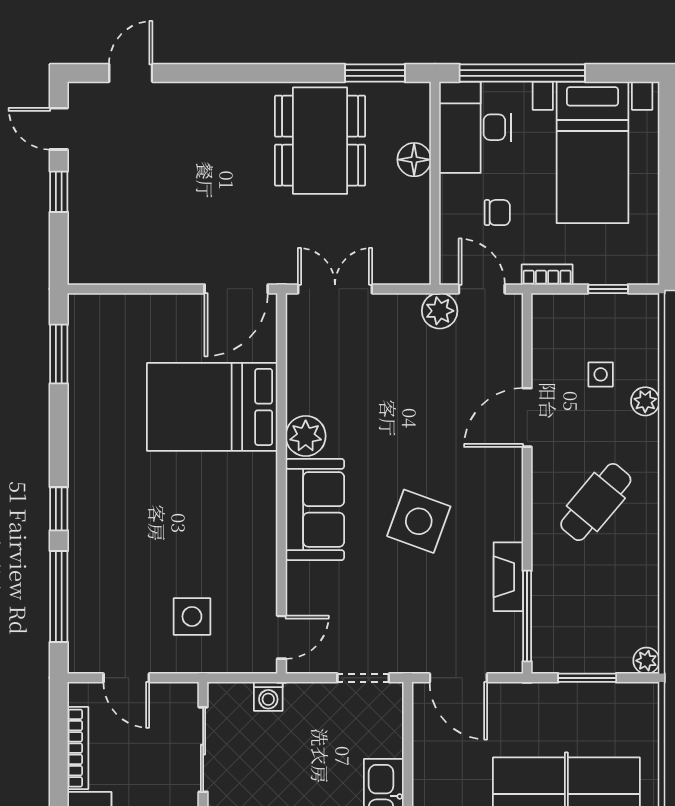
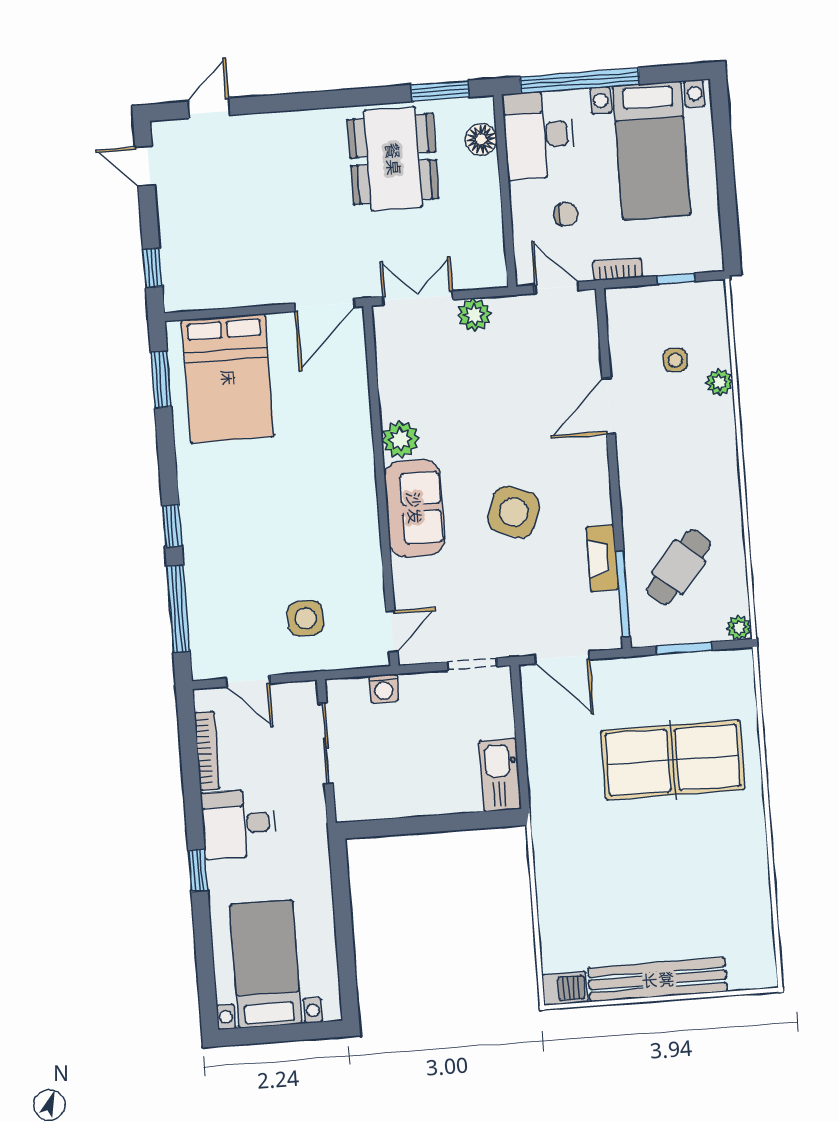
floor lamp: (414, 160) -> (481, 139), moved
window: (59, 192) -> (153, 268), moved
plant: (440, 311) -> (474, 315), moved
bed: (212, 407) -> (228, 378), moved, turned -90
cafe table: (596, 502) -> (679, 567), moved

